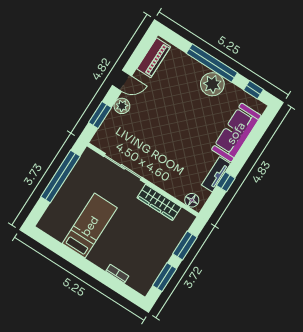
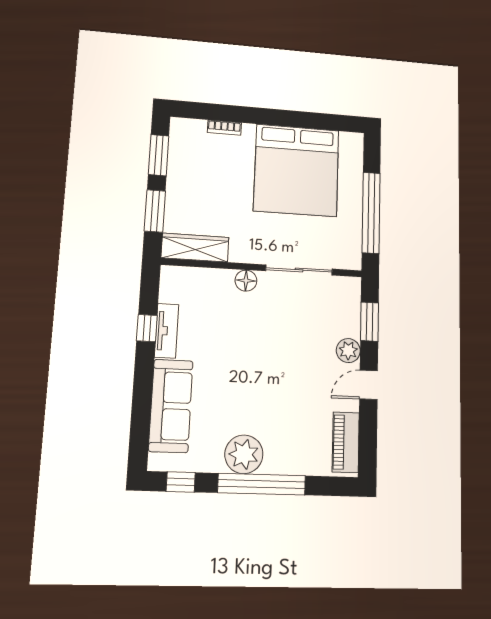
floor lamp: (192, 200) -> (246, 281), moved
wardrobe: (159, 202) -> (195, 248), moved
bed: (90, 226) -> (297, 170), width x2.04

